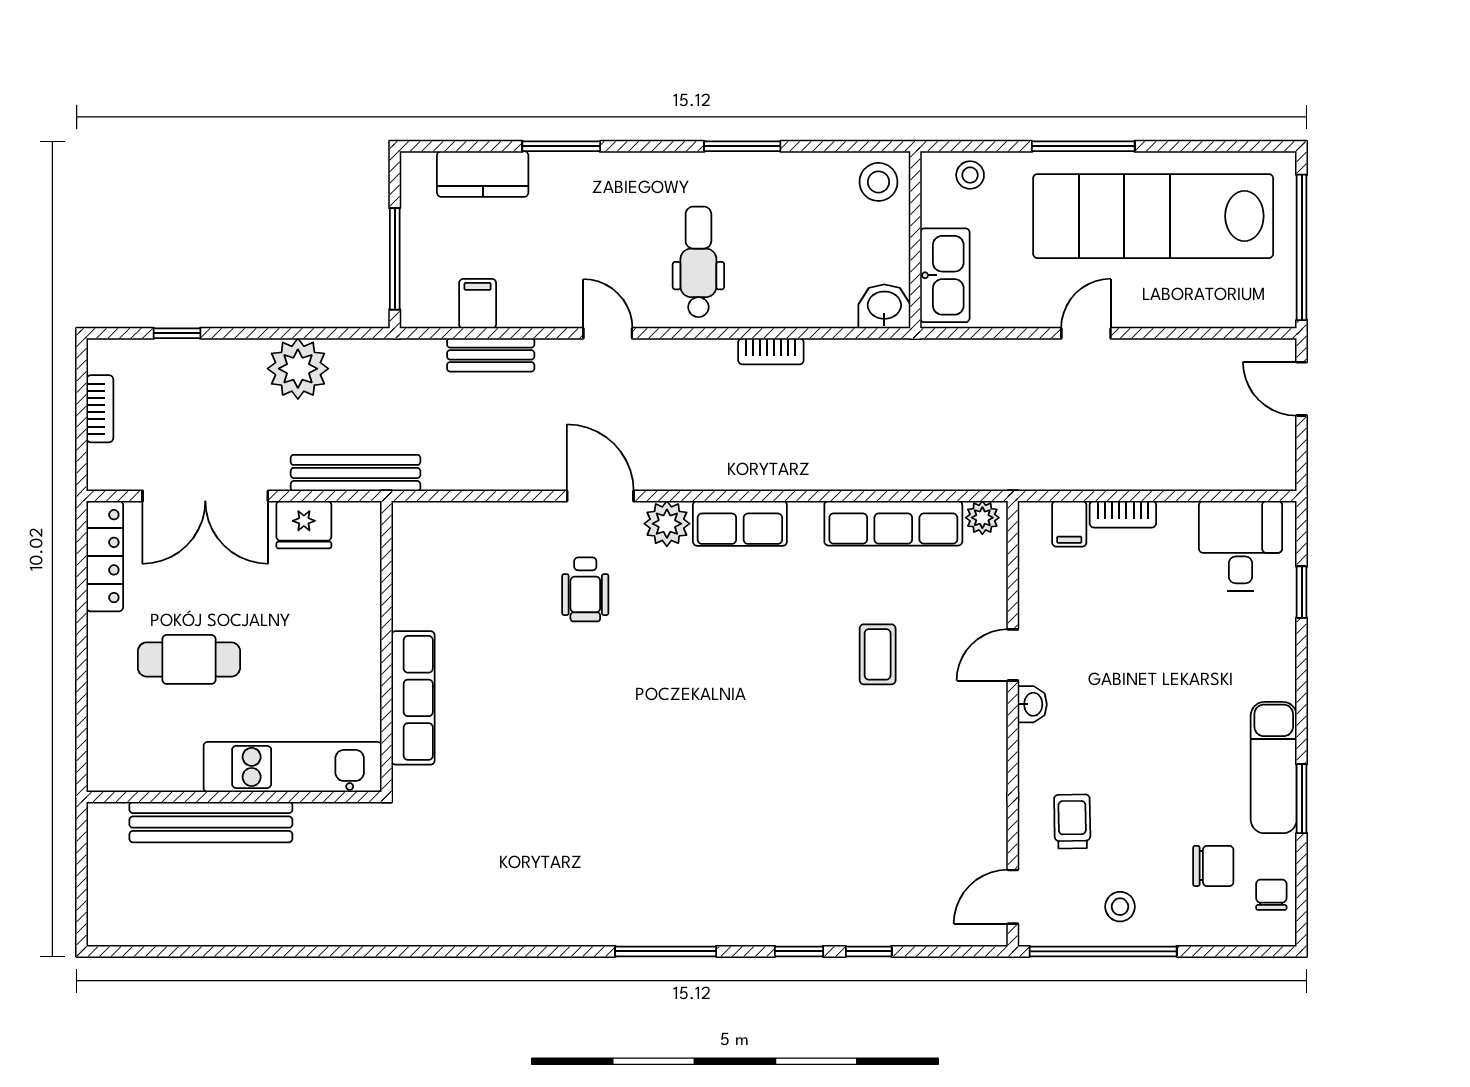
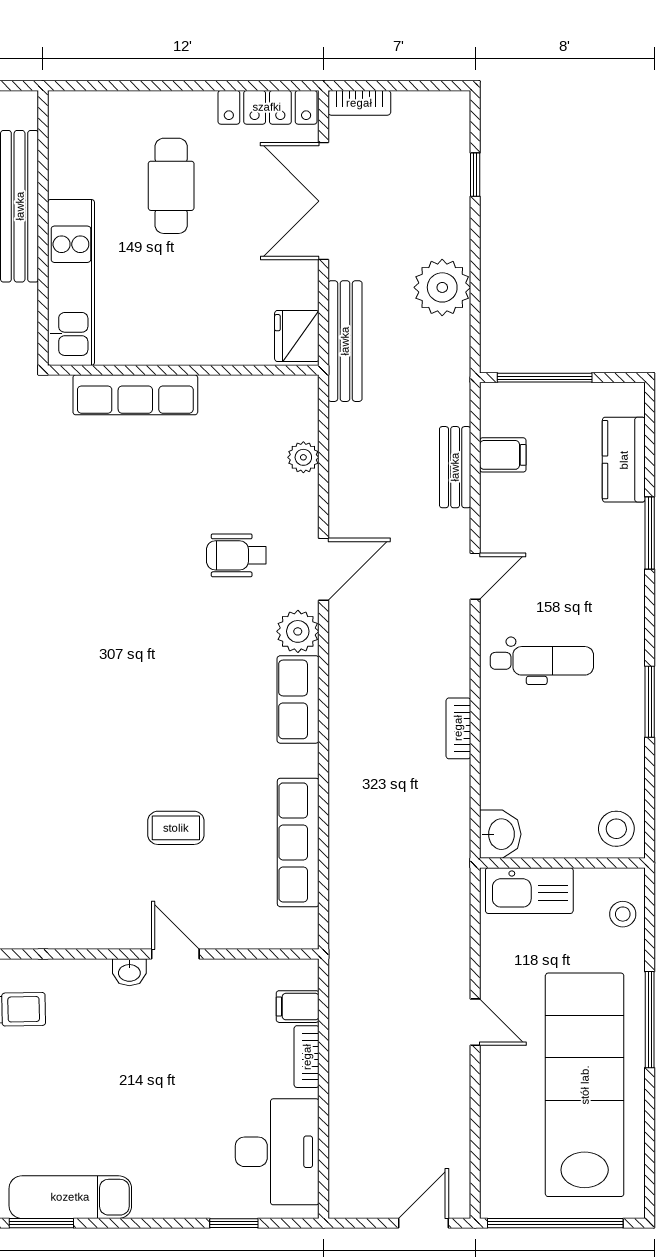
bookcase: (100, 409) -> (359, 103), moved
plant: (982, 518) -> (303, 457), moved
fridge: (304, 525) -> (297, 336), moved
desk: (1241, 546) -> (277, 1152), width x1.37

